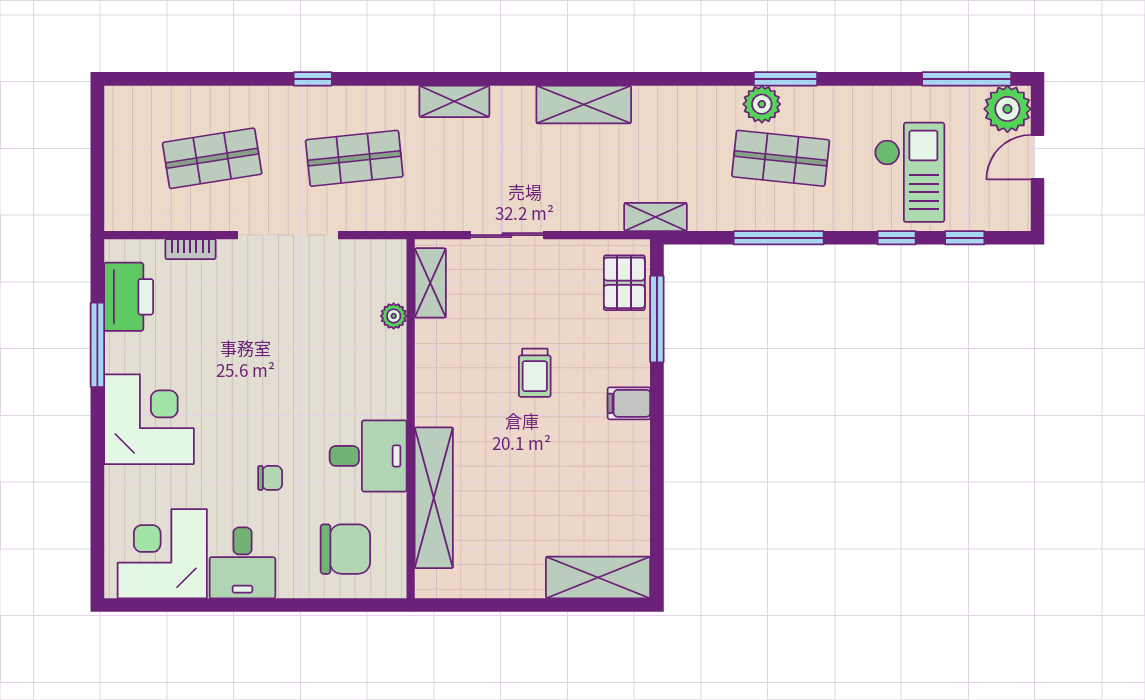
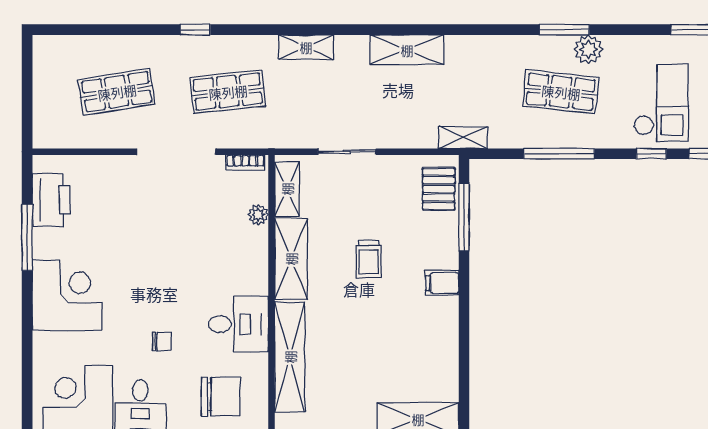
plant: (762, 104) -> (588, 49), moved
bookcase: (190, 249) -> (245, 163), moved
shelving: (435, 372) -> (291, 259), added

